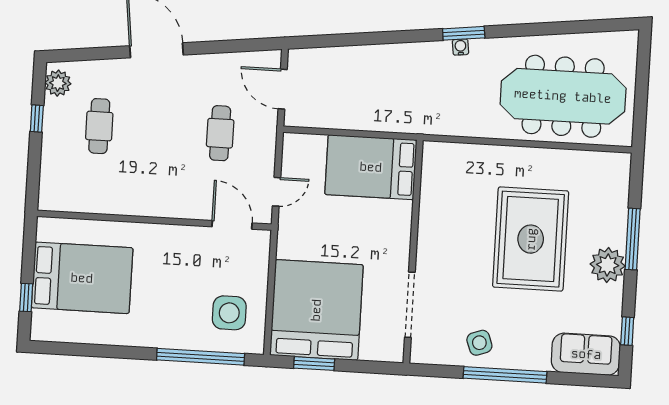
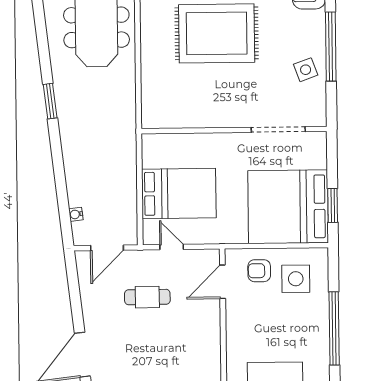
water cooler: (461, 47) -> (76, 214), moved
bed: (371, 167) -> (179, 193), moved, turned -90
door: (277, 192) -> (172, 247), moved
armchair: (242, 270) -> (259, 271), added
window: (201, 357) -> (334, 328), moved

